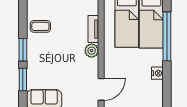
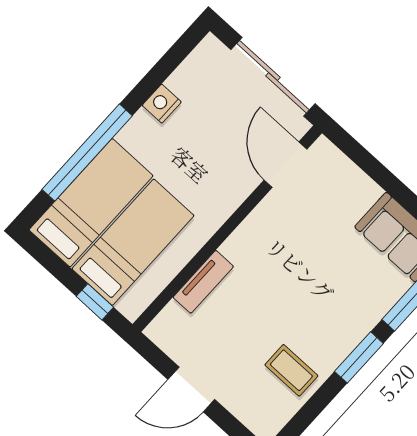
plant: (92, 51) -> (240, 247), removed
door: (101, 89) -> (286, 165), hinge flipped

